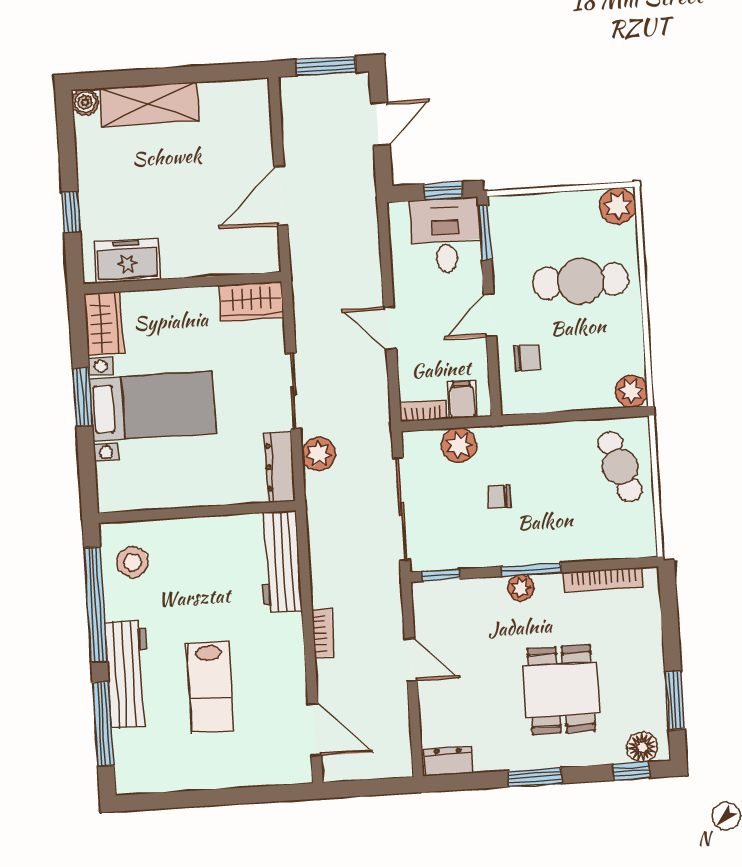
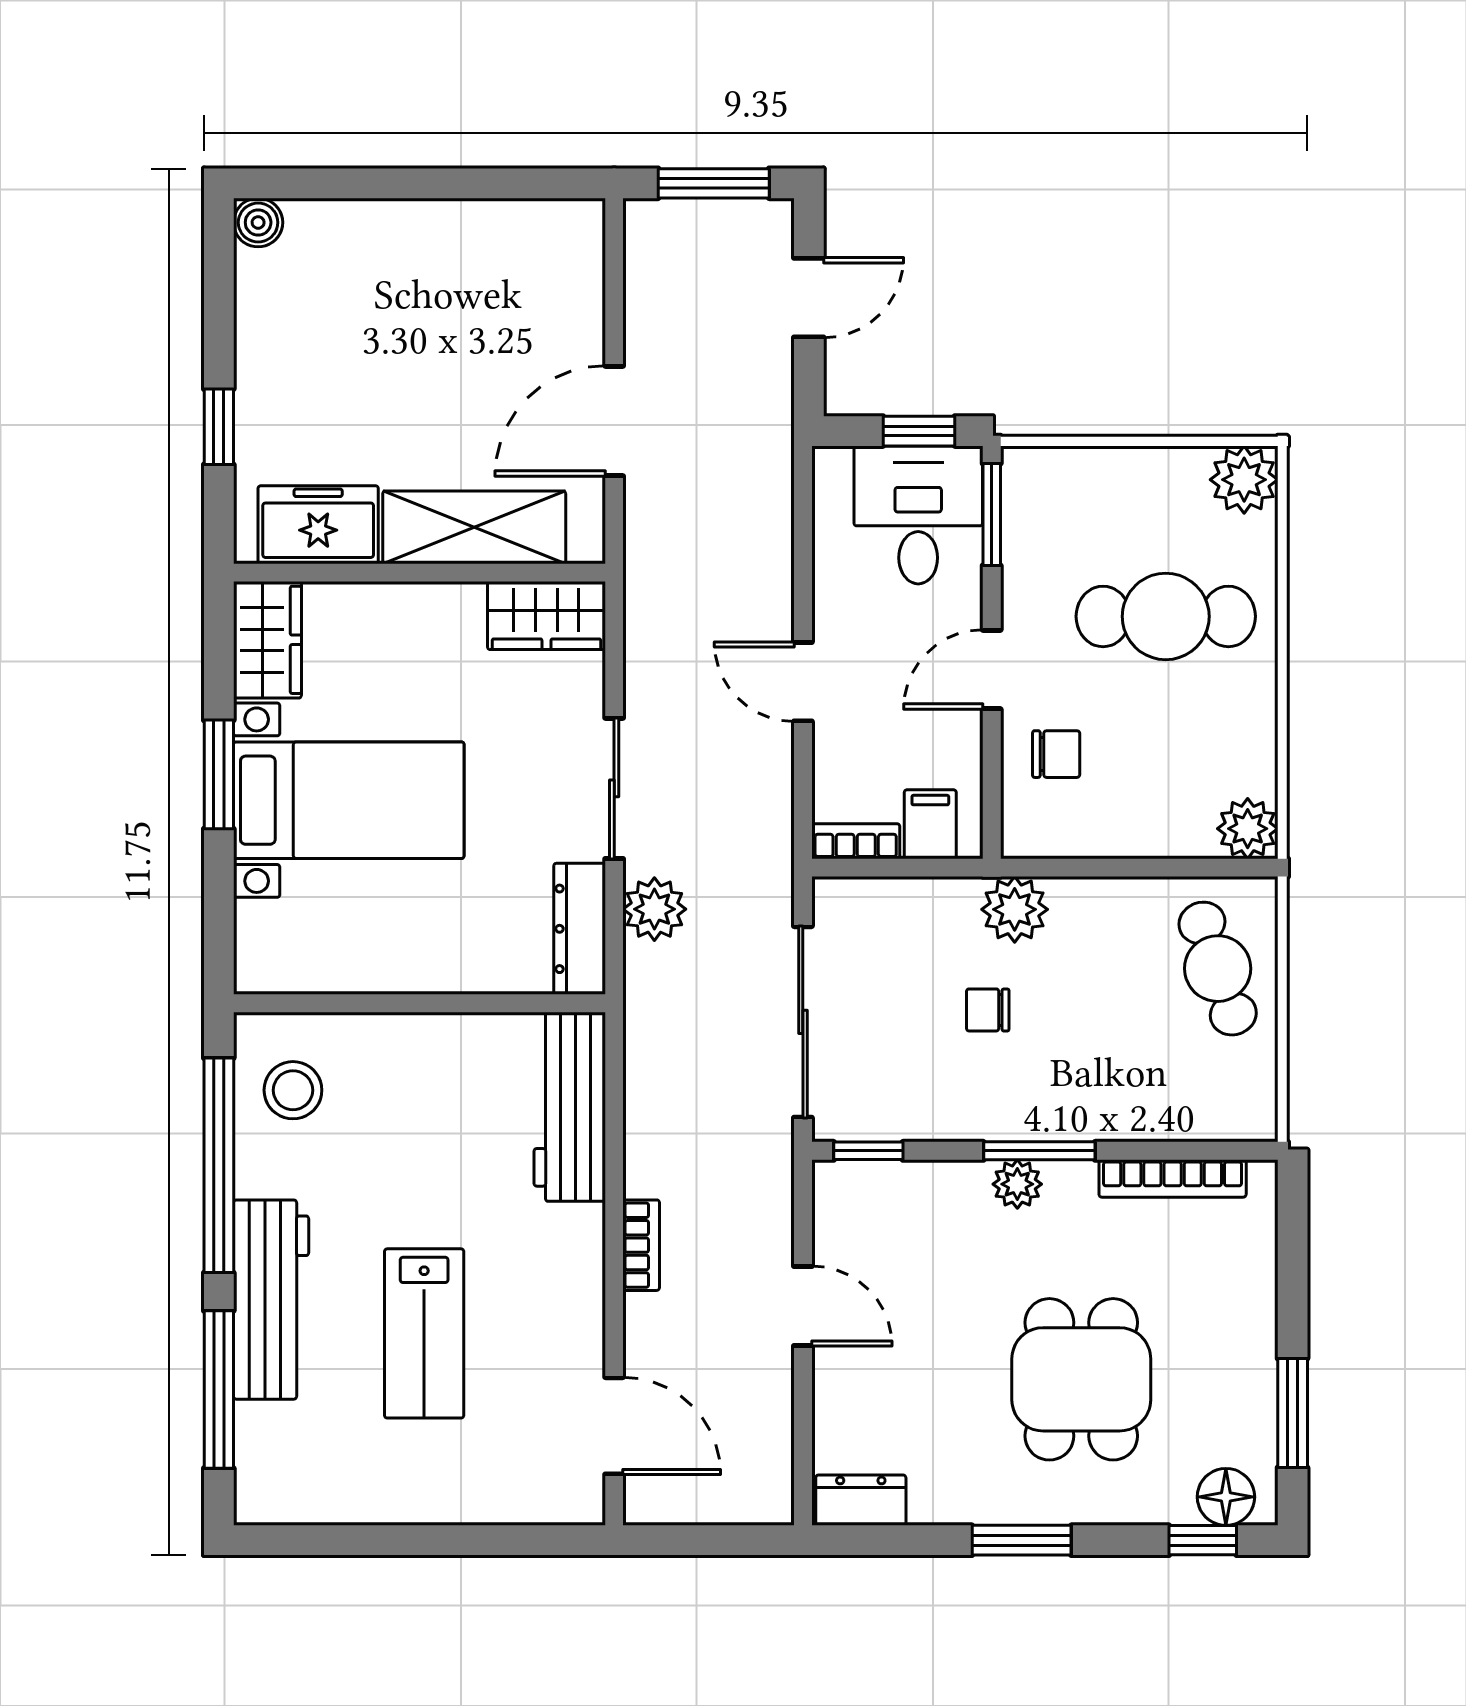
shelving: (149, 104) -> (474, 527), moved
plant: (459, 445) -> (1015, 909), moved

